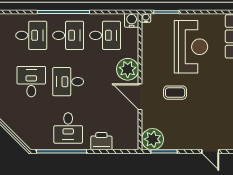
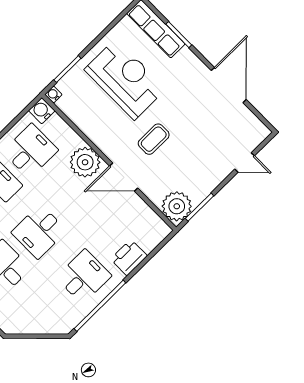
desk: (68, 128) -> (84, 277), turned -90

